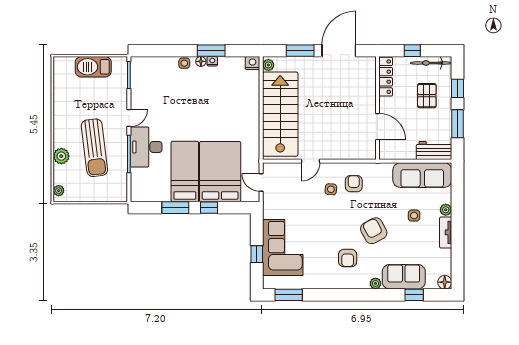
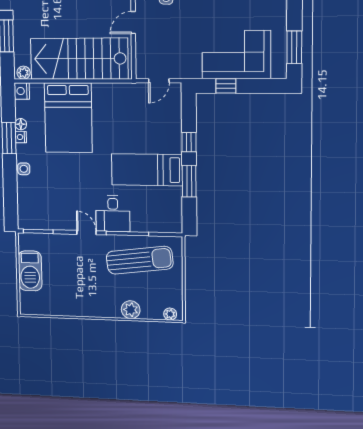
floor lamp: (201, 61) -> (21, 124), moved
desk: (146, 147) -> (113, 214), width x0.73
sun lounger: (94, 148) -> (140, 260), moved
door: (310, 161) -> (133, 22), swing flipped
bed: (220, 172) -> (68, 118), moved, turned -90
window: (257, 254) -> (226, 86), moved

